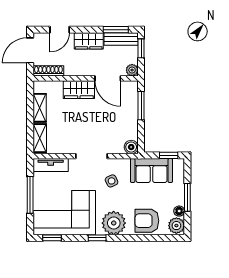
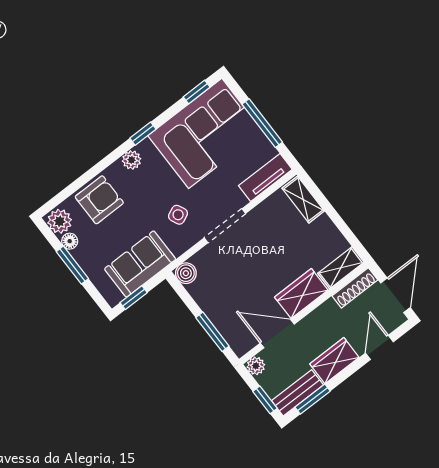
shelving: (40, 108) -> (341, 268), moved, turned 90
plant: (114, 223) -> (132, 160), width x0.53, depth x0.53

